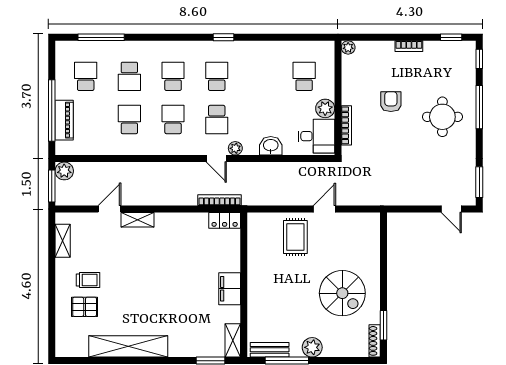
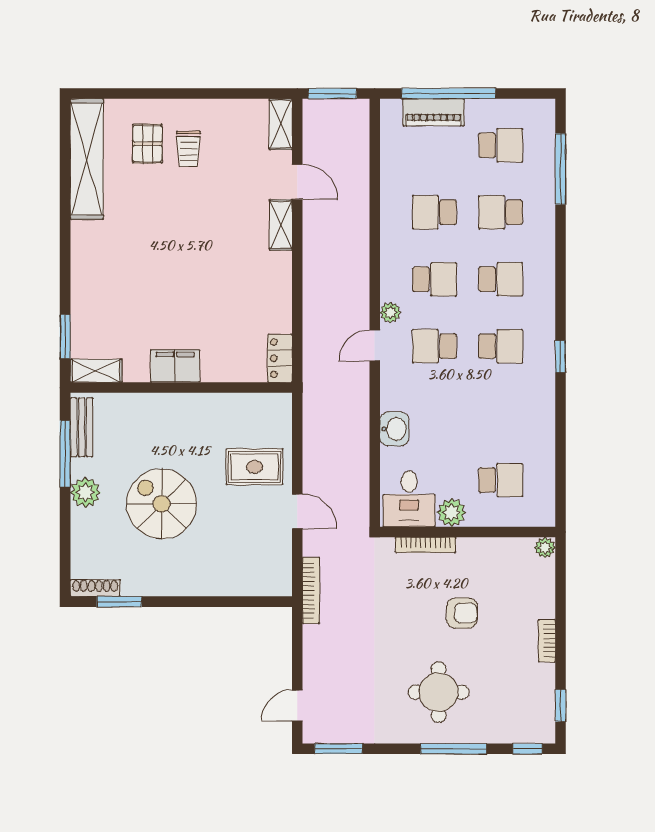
school desk: (129, 120) -> (434, 212), turned 180
plant: (235, 148) -> (390, 312), moved
plant: (64, 171) -> (356, 112), removed
bookcase: (220, 200) -> (311, 590), moved
shelving: (63, 241) -> (281, 124), moved, turned 90
spiral stairs: (342, 293) -> (162, 504), moved, turned 90
shelving: (128, 346) -> (87, 159), moved

